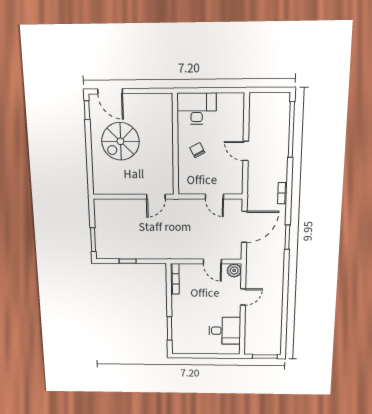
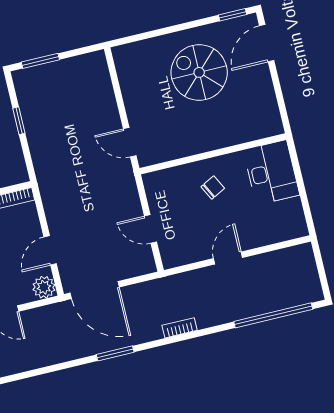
door: (214, 197) -> (151, 229), hinge flipped
door: (244, 227) -> (95, 290), moved

